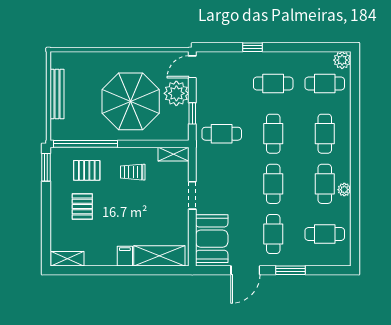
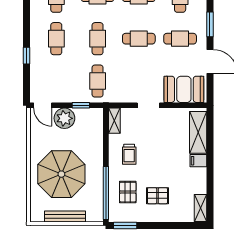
parasol: (131, 101) -> (61, 174), moved
cafe table: (273, 134) -> (98, 39), turned 90

